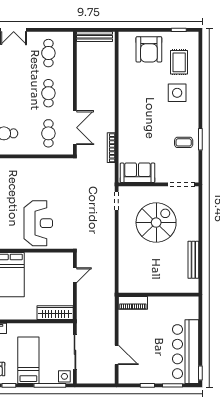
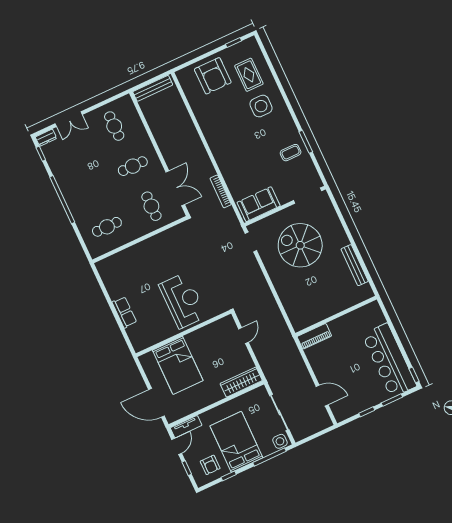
cafe table: (48, 93) -> (133, 166), turned 90
spiral stairs: (156, 223) -> (300, 245), turned -90
bed: (28, 360) -> (236, 442), width x1.50

